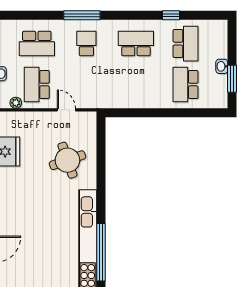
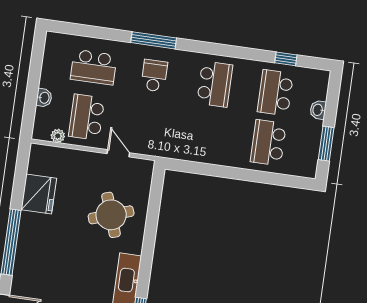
window: (171, 15) -> (286, 59), moved
school desk: (136, 44) -> (215, 84), turned 90
school desk: (186, 44) -> (275, 93), turned 180
washbasin: (222, 66) -> (318, 110), moved

